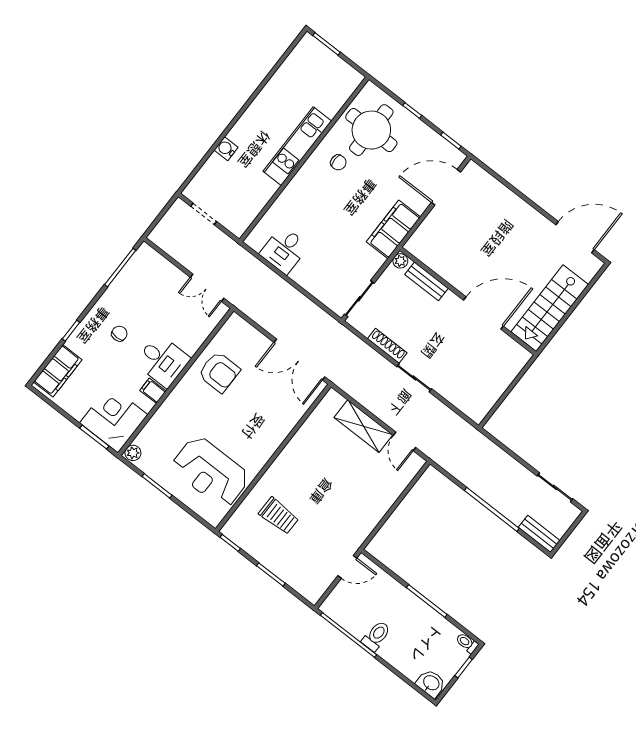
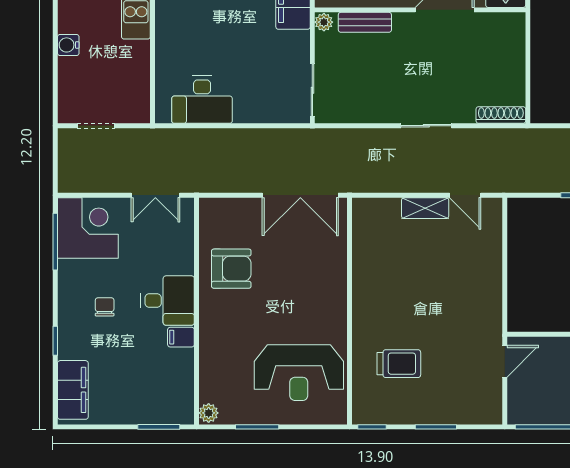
desk: (284, 250) -> (202, 100), width x1.37
shoe rack: (387, 346) -> (501, 115), moved
corner desk: (114, 419) -> (88, 228), moved, turned 90
shelving: (363, 426) -> (425, 208), width x0.67, depth x0.75

